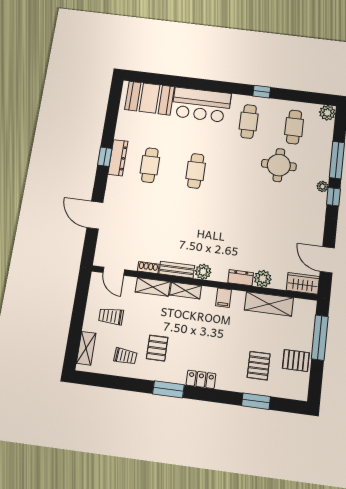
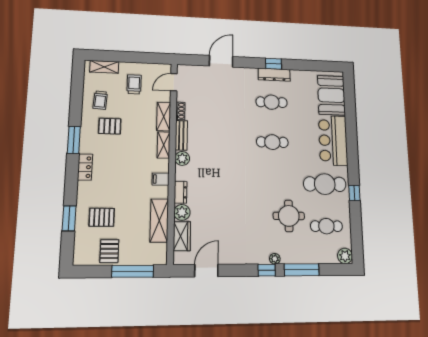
cafe table: (249, 122) -> (325, 184), width x1.37, depth x1.35
wardrobe: (303, 283) -> (182, 236), moved

